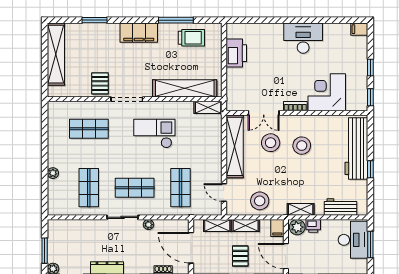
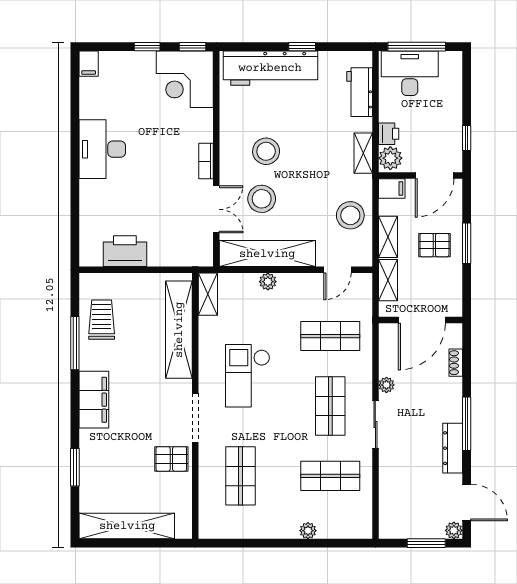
corner desk: (327, 92) -> (185, 79), moved
plant: (216, 147) -> (268, 282), added
window: (370, 244) -> (417, 47), width x1.44

